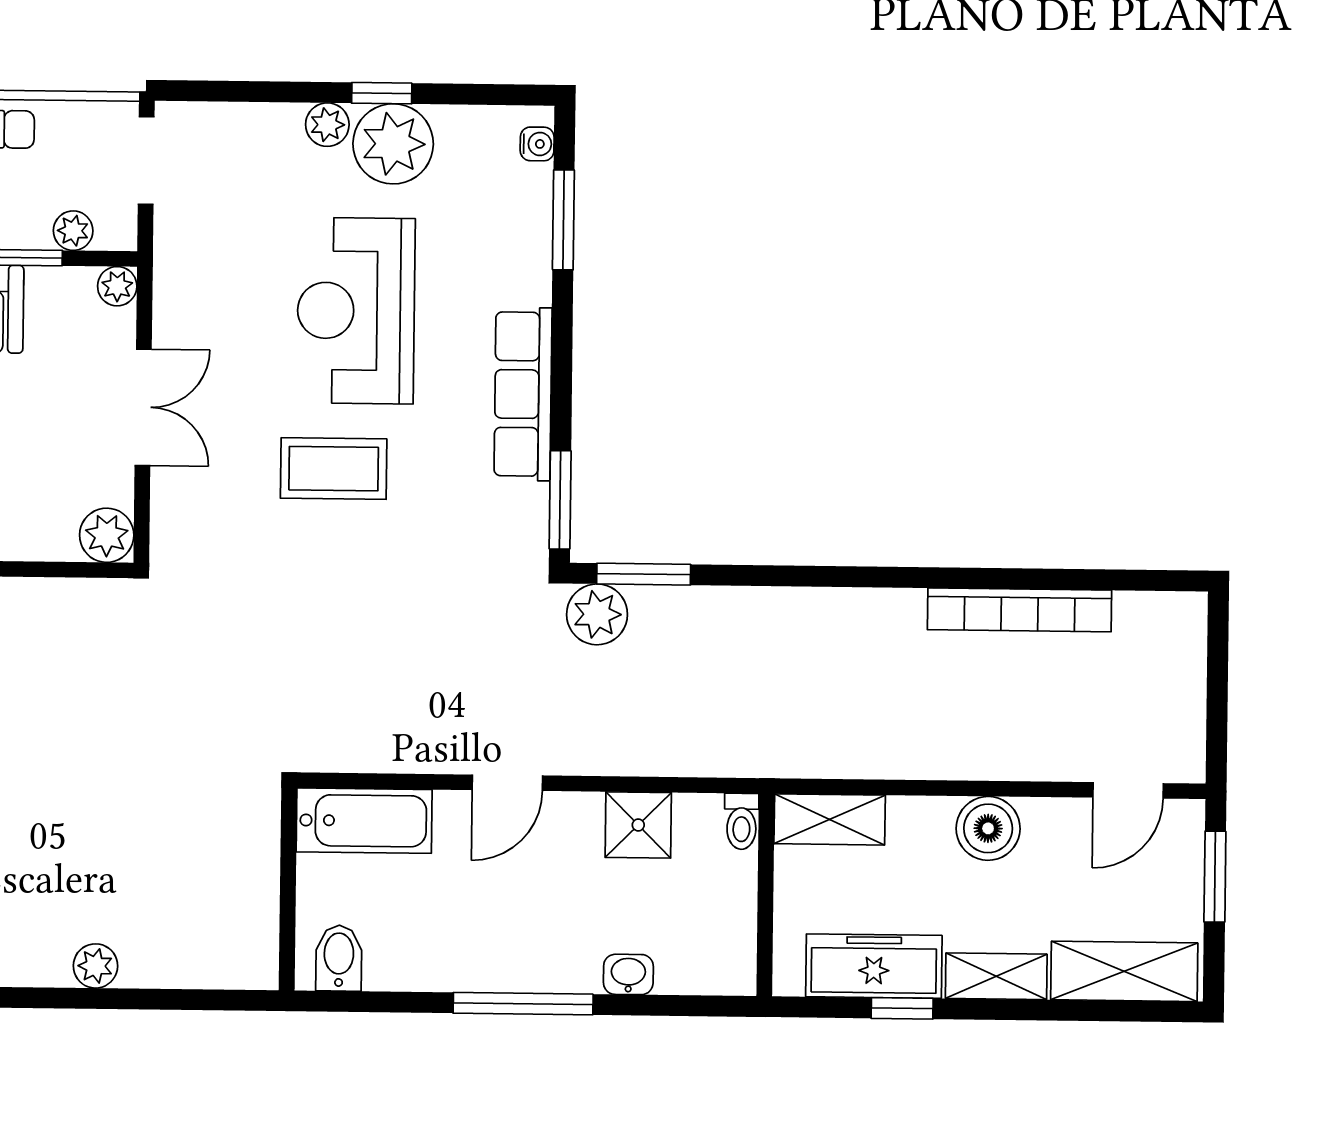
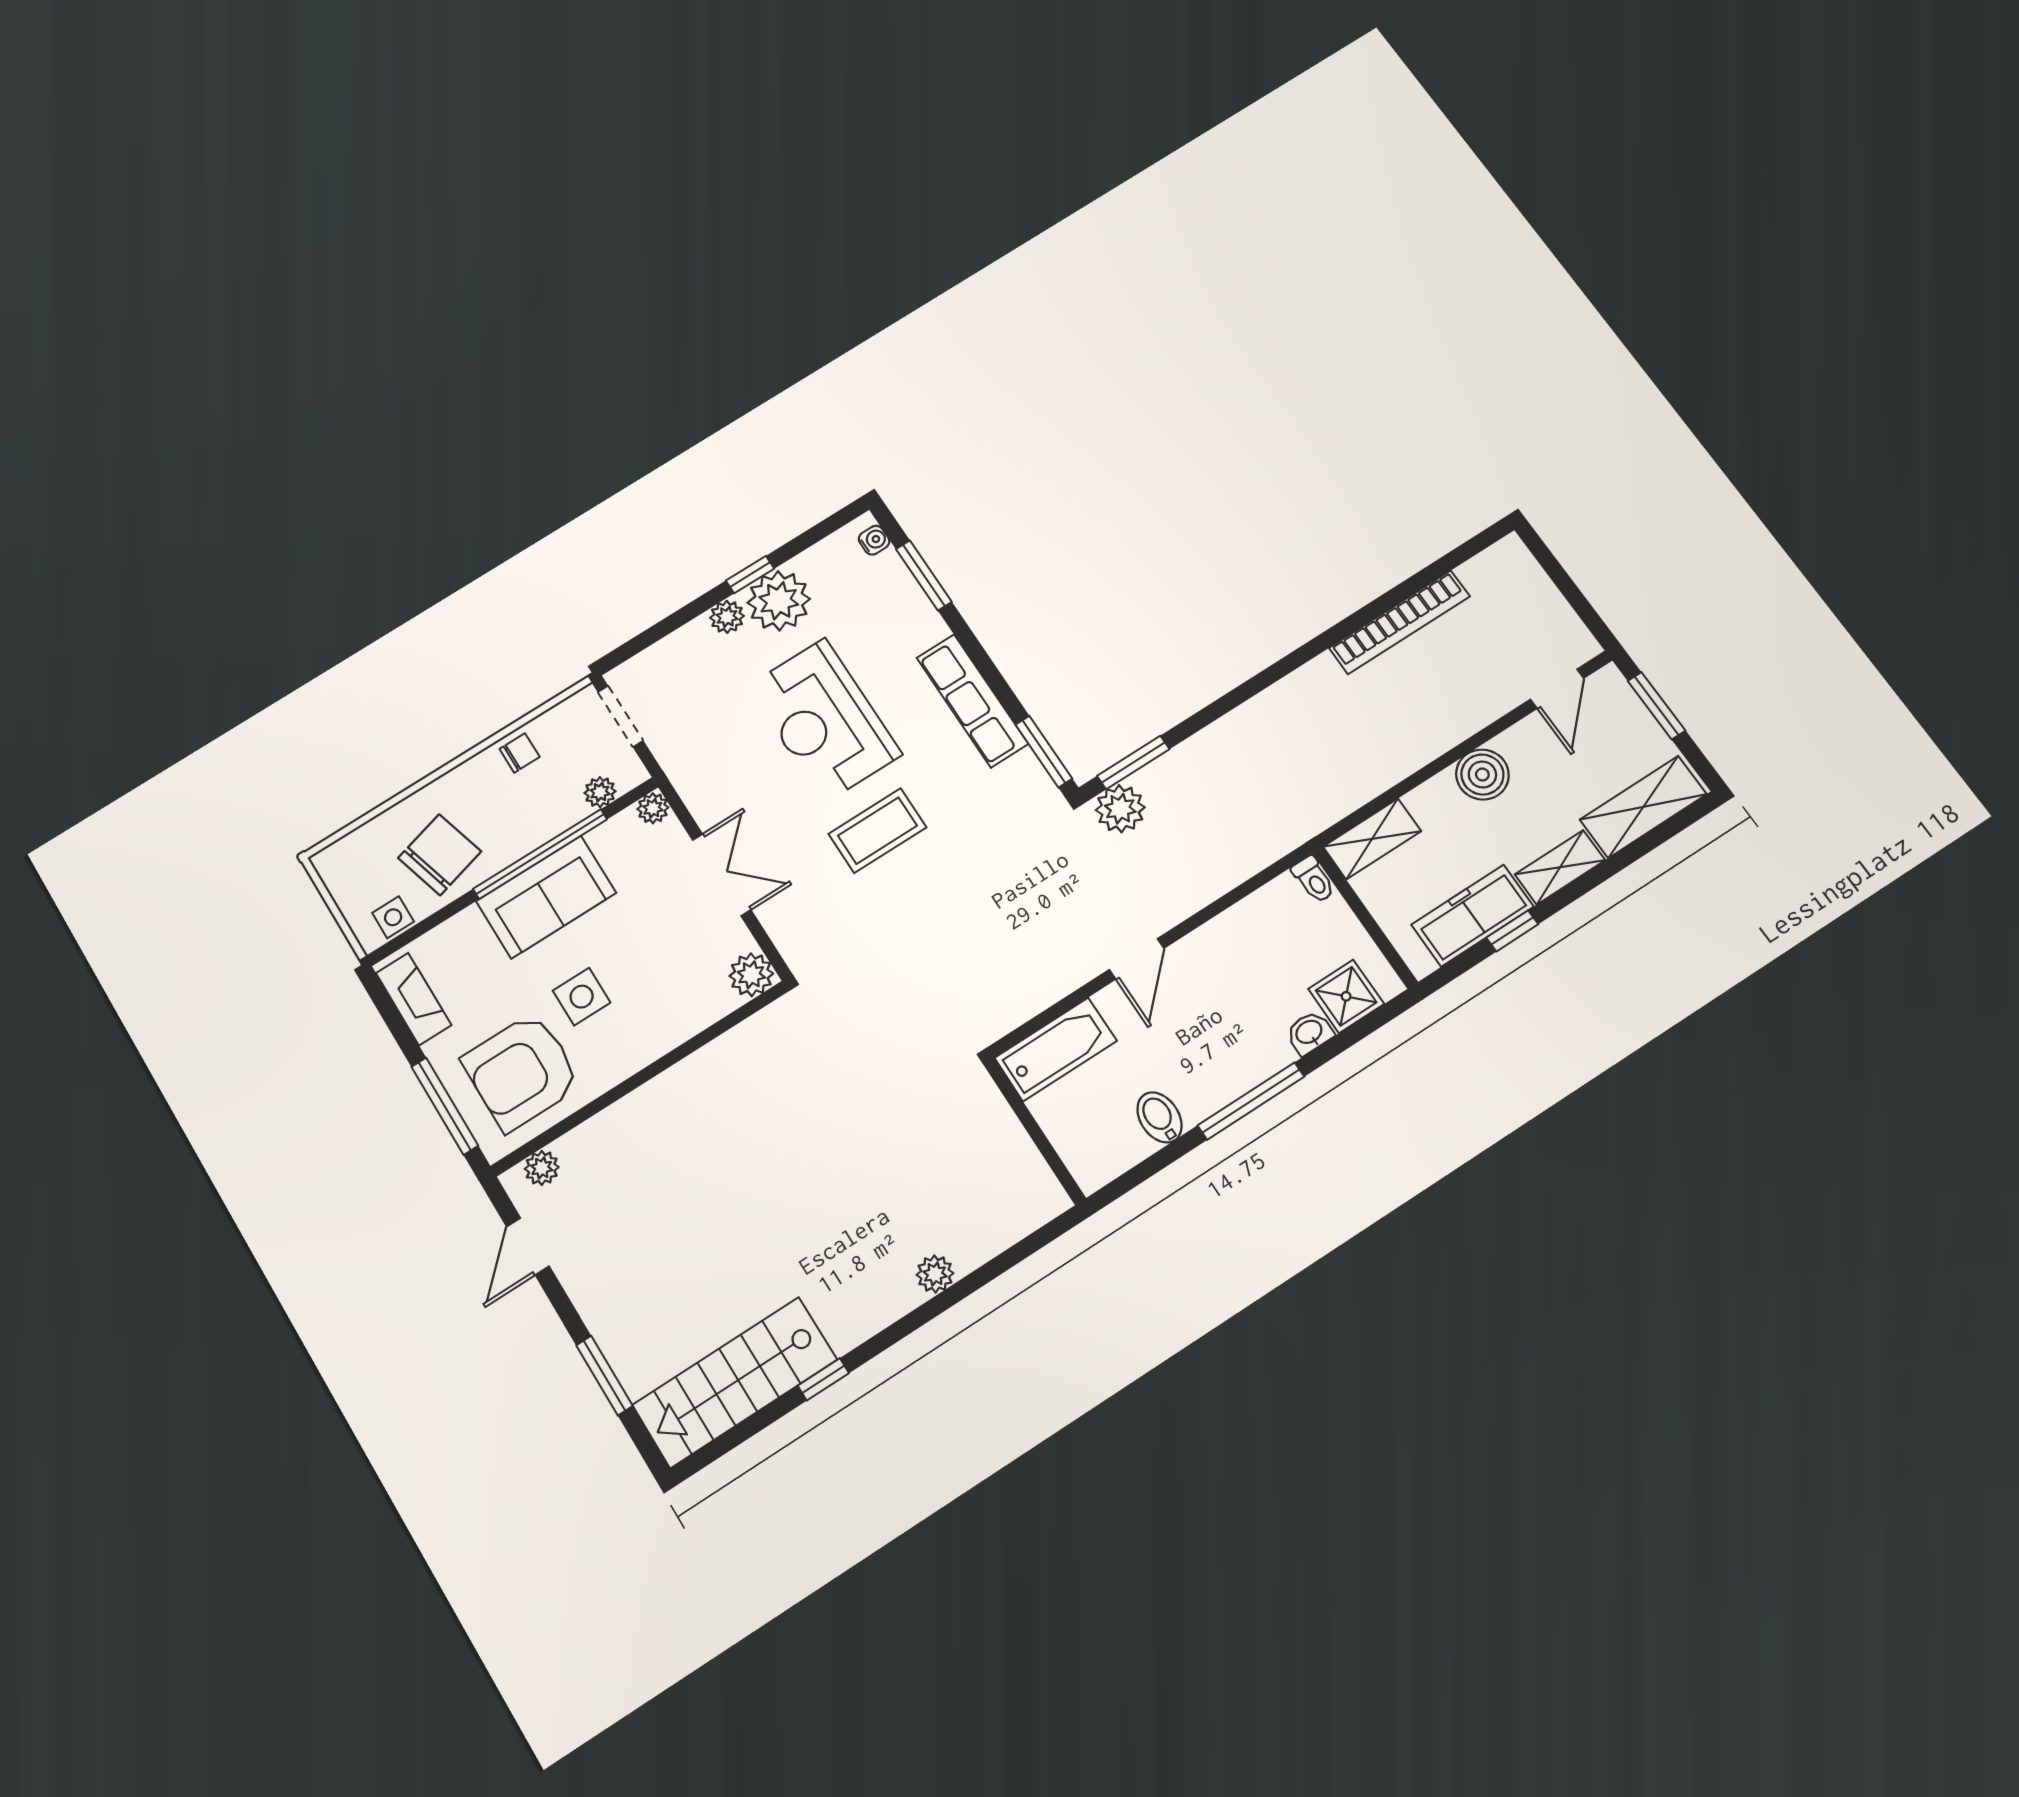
shower: (638, 825) -> (1346, 996), moved
bidet: (339, 958) -> (1159, 1117), moved

